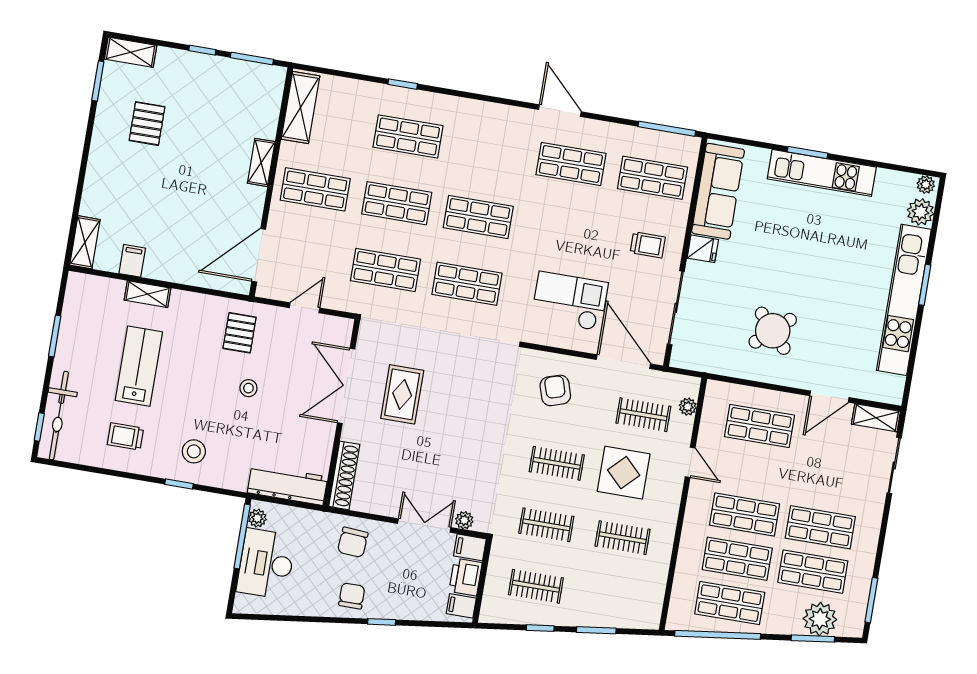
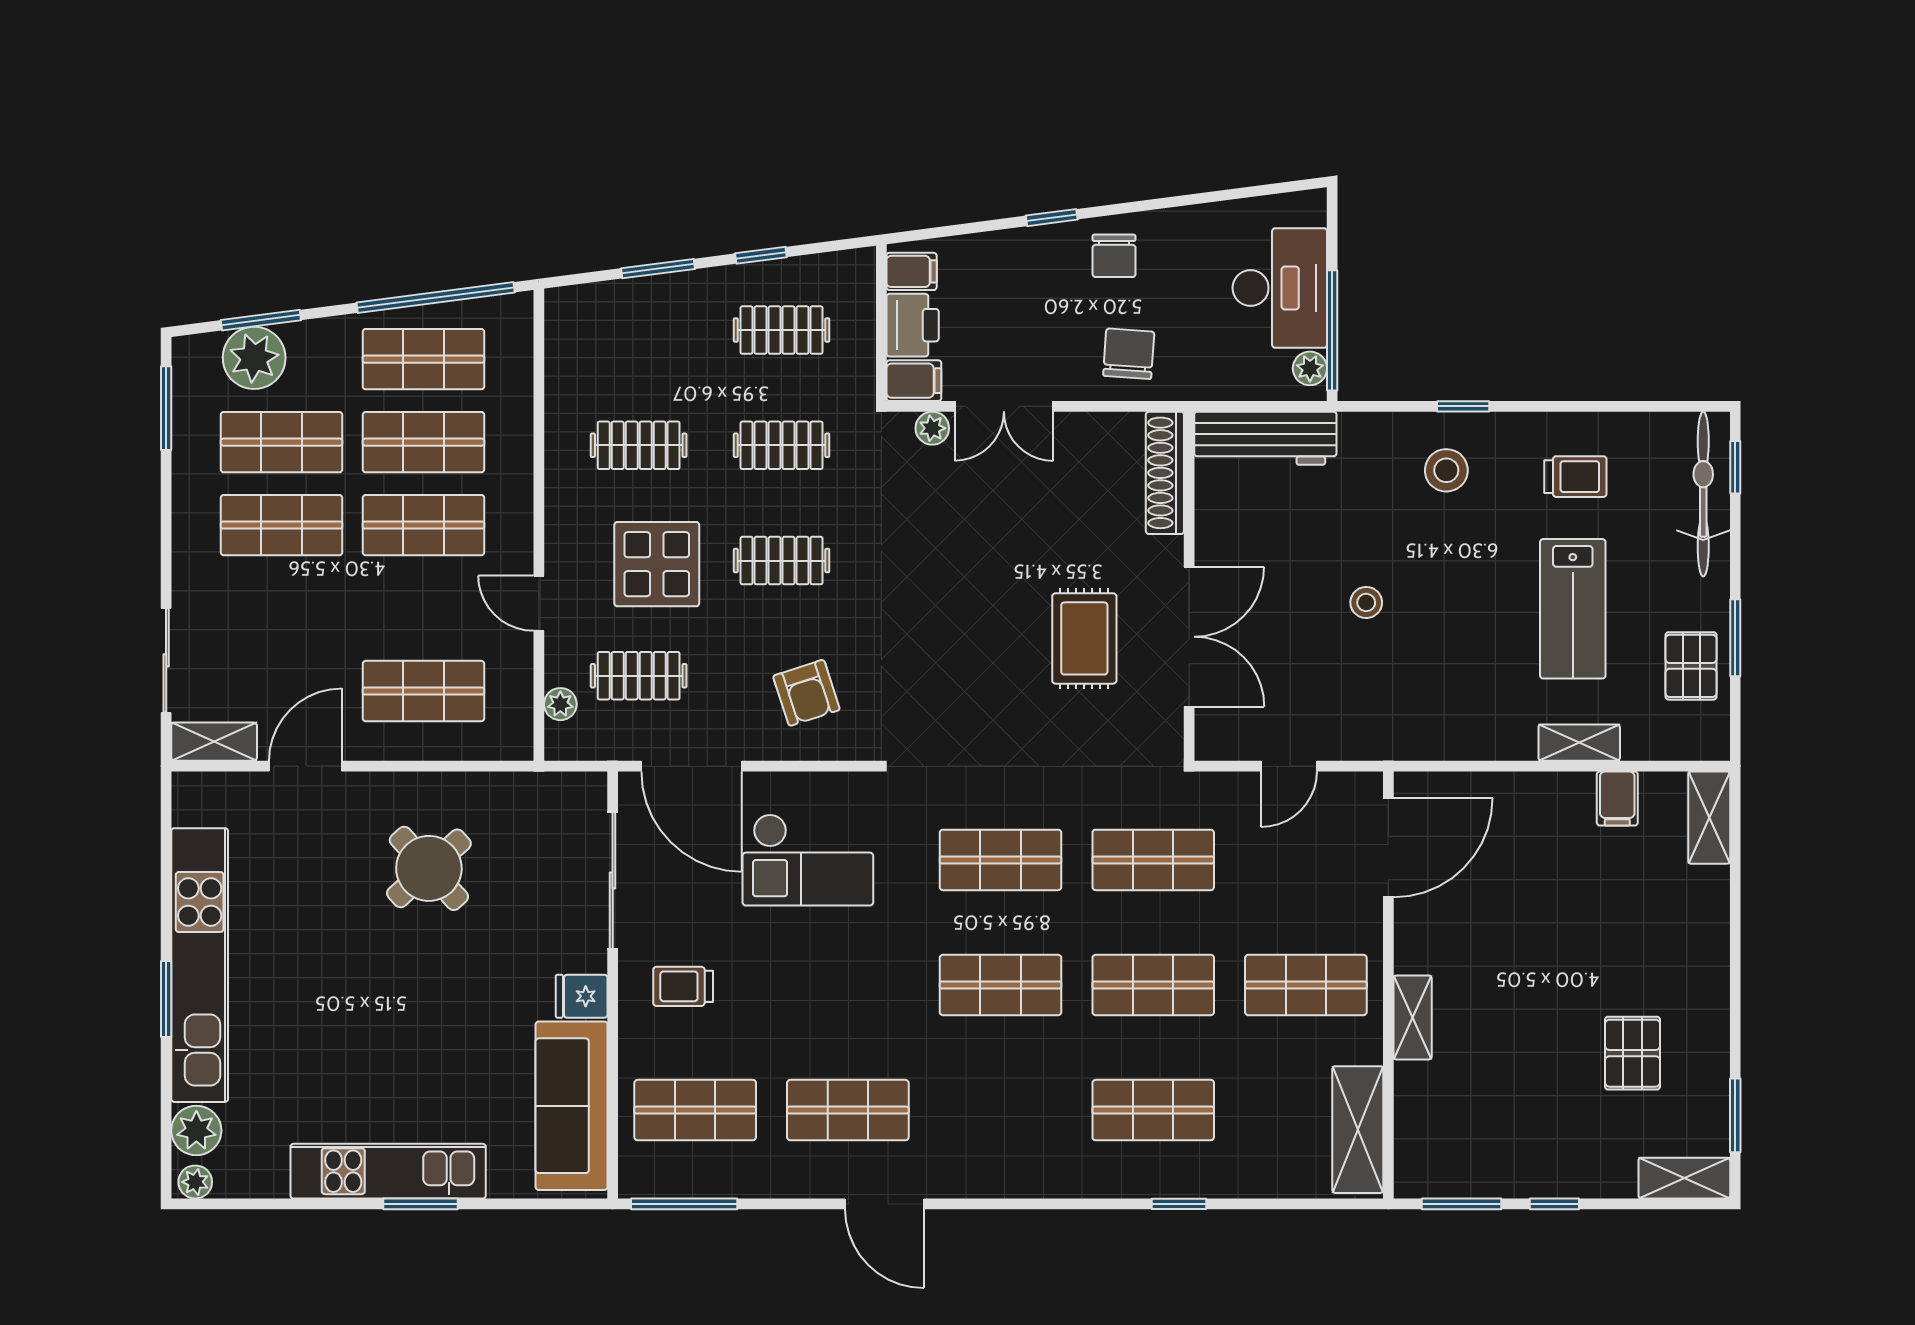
pallet: (240, 333) -> (1691, 666), moved

